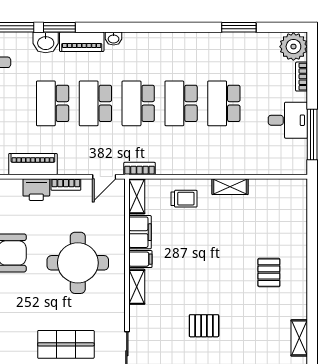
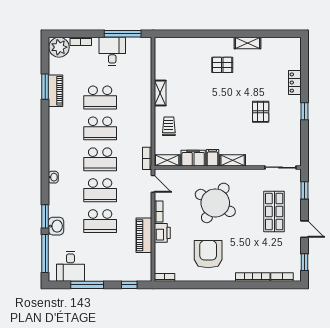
piano: (82, 42) -> (56, 91), moved
round table: (78, 263) -> (215, 203), turned 30
shelving: (299, 338) -> (248, 43), moved

